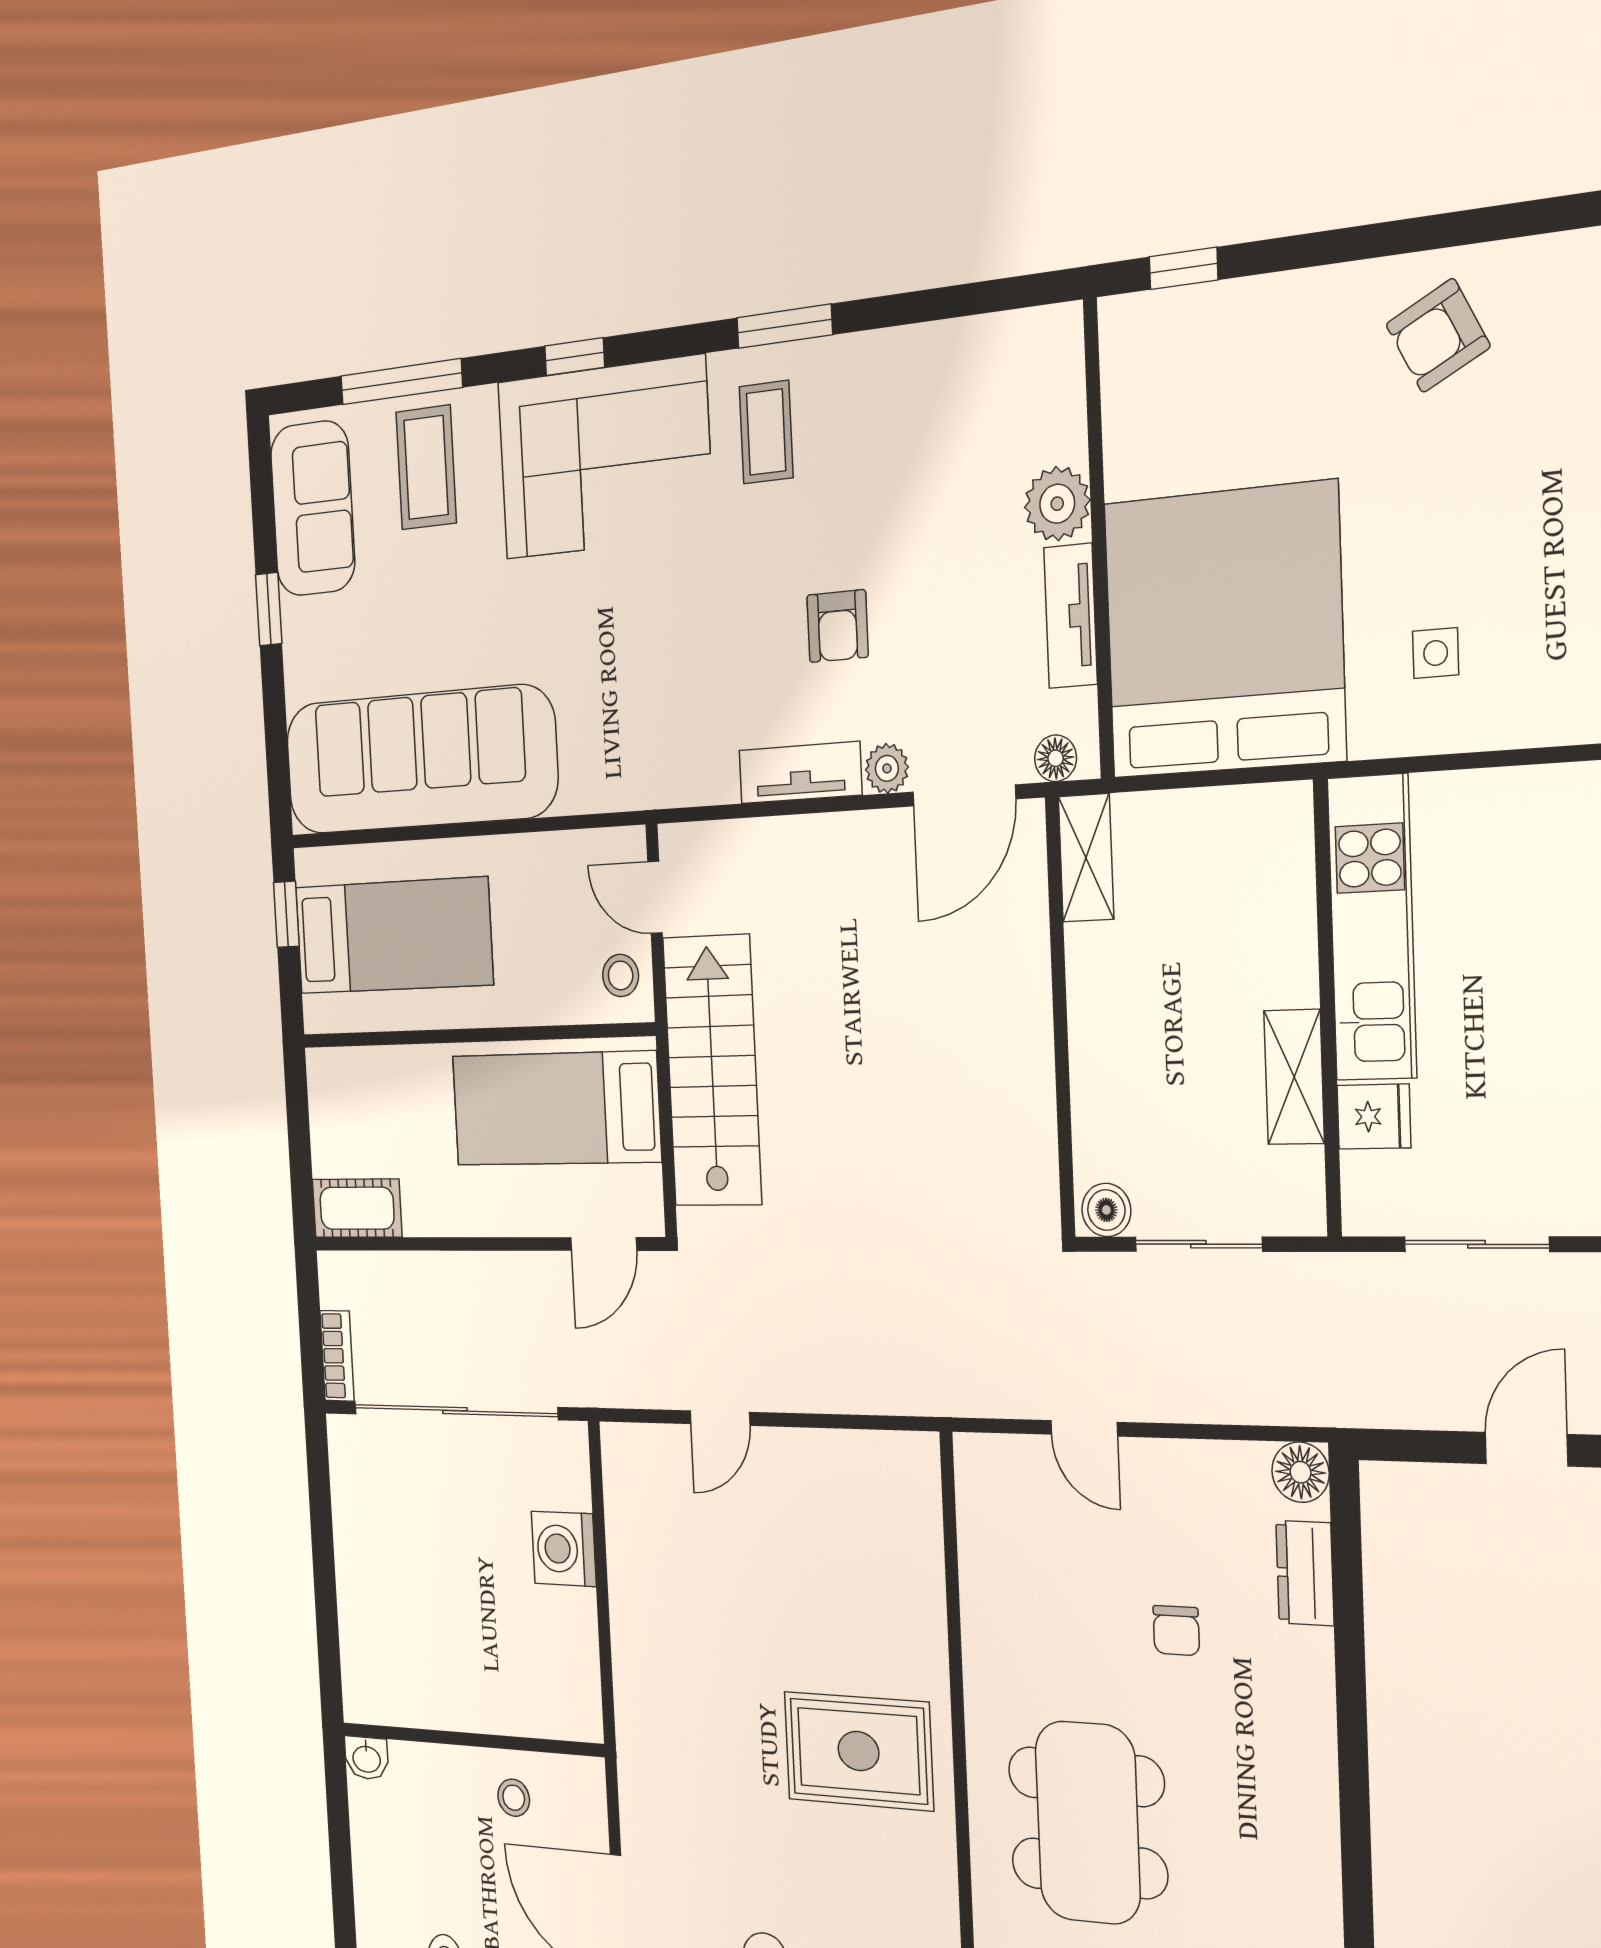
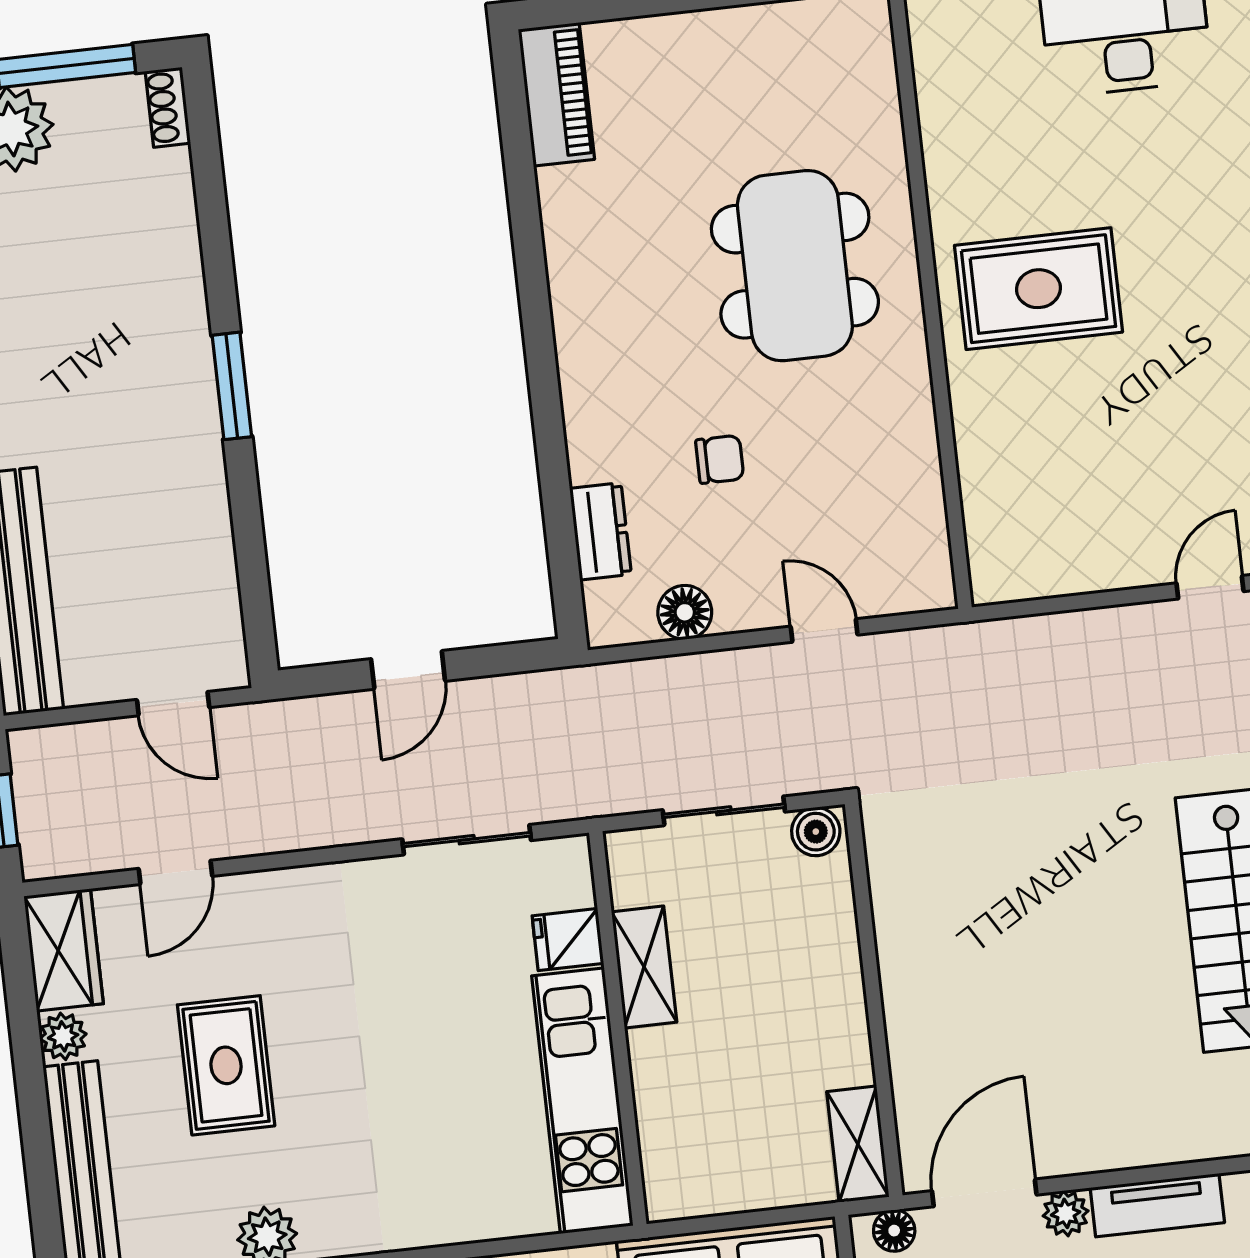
floor lamp: (1301, 1472) -> (685, 612), moved
chair: (1176, 1631) -> (720, 459), turned 90

